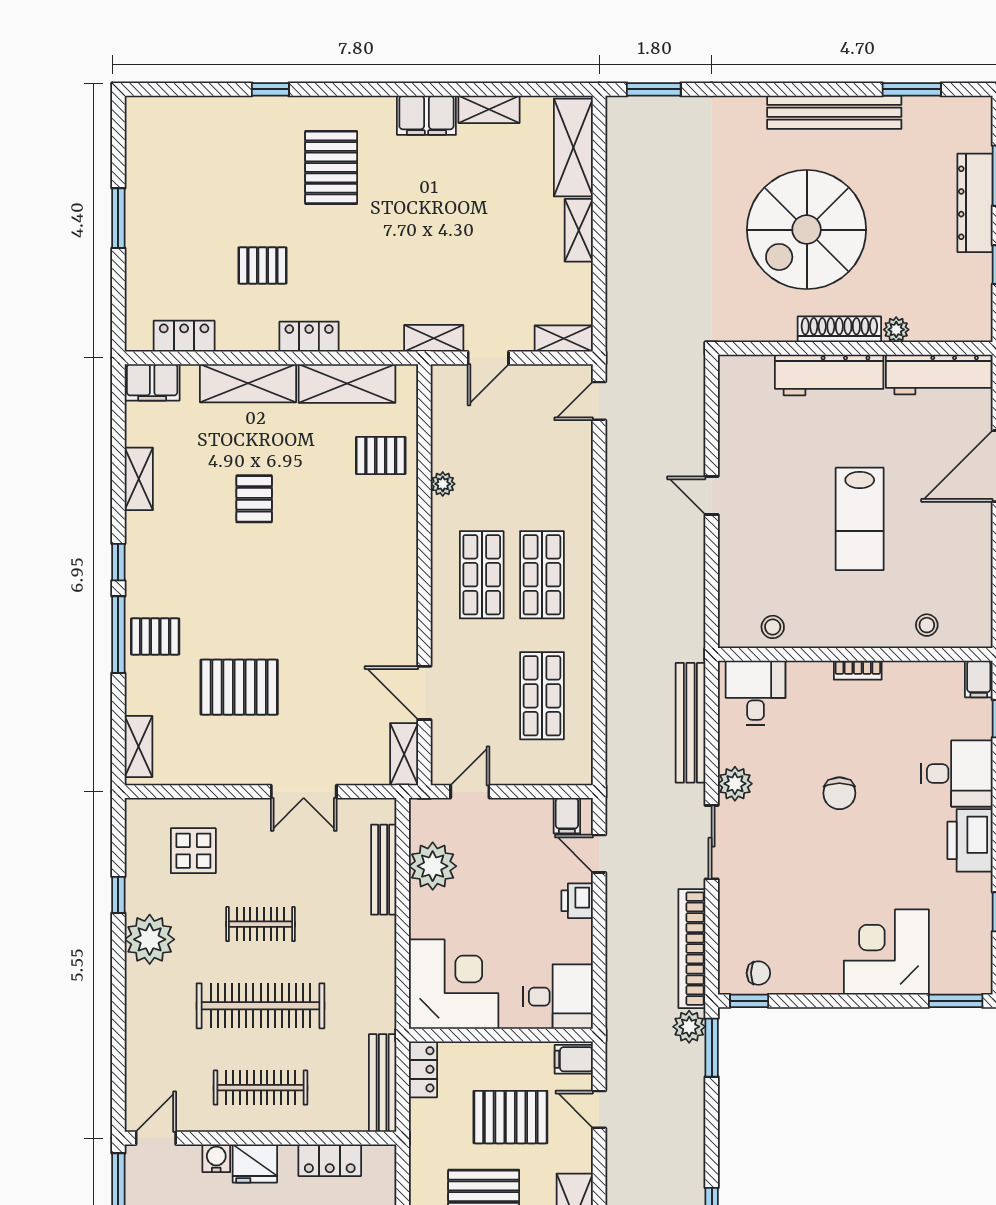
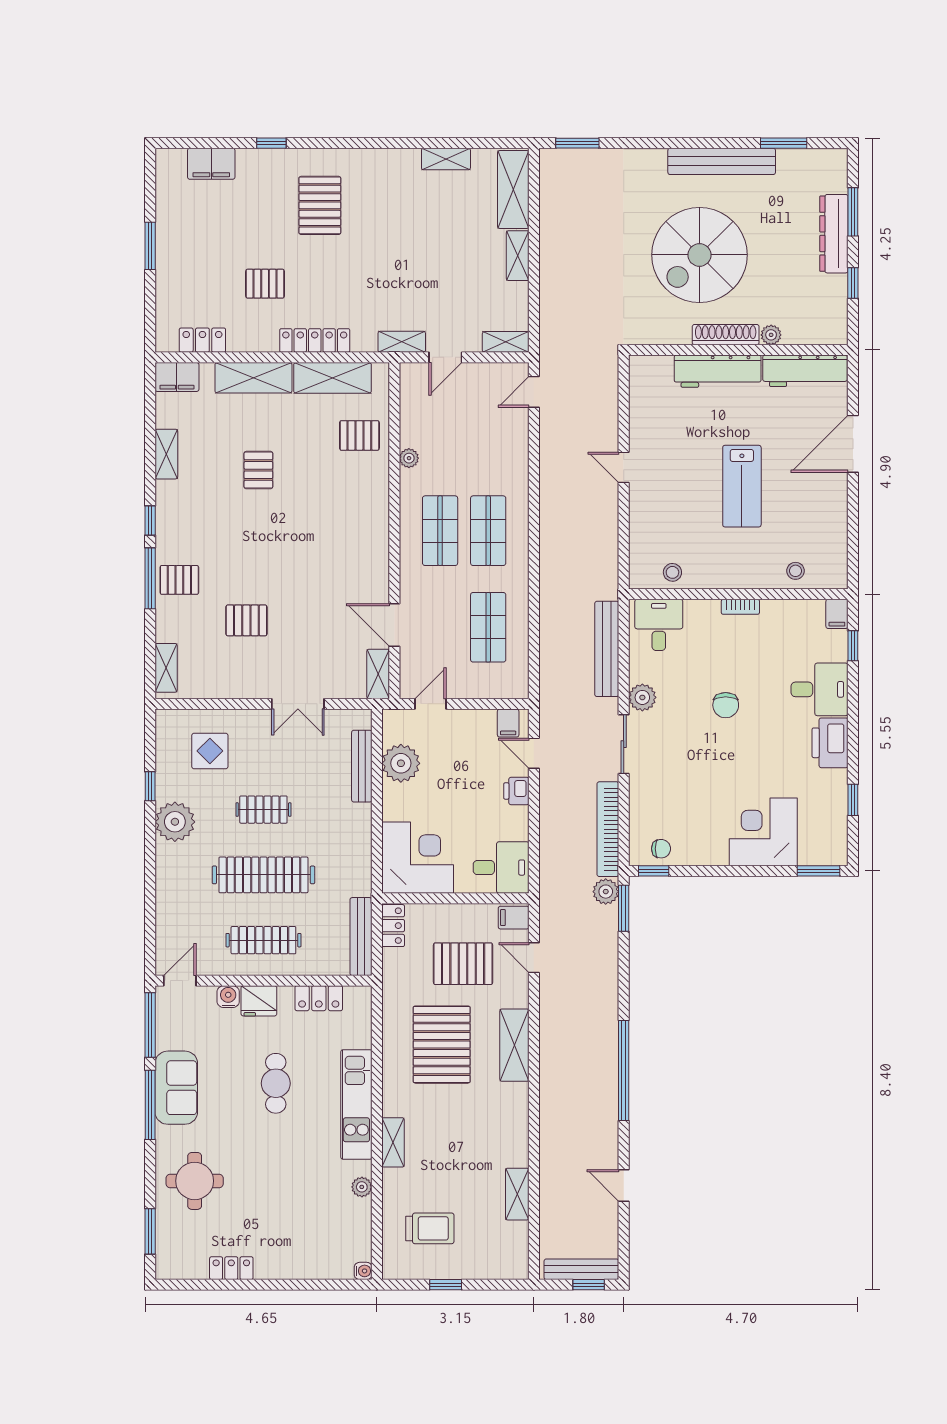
filing cabinet: (426, 115) -> (211, 164), moved
locker: (309, 337) -> (315, 340), width x1.53
pallet: (239, 687) -> (246, 620), width x0.67, depth x0.71

